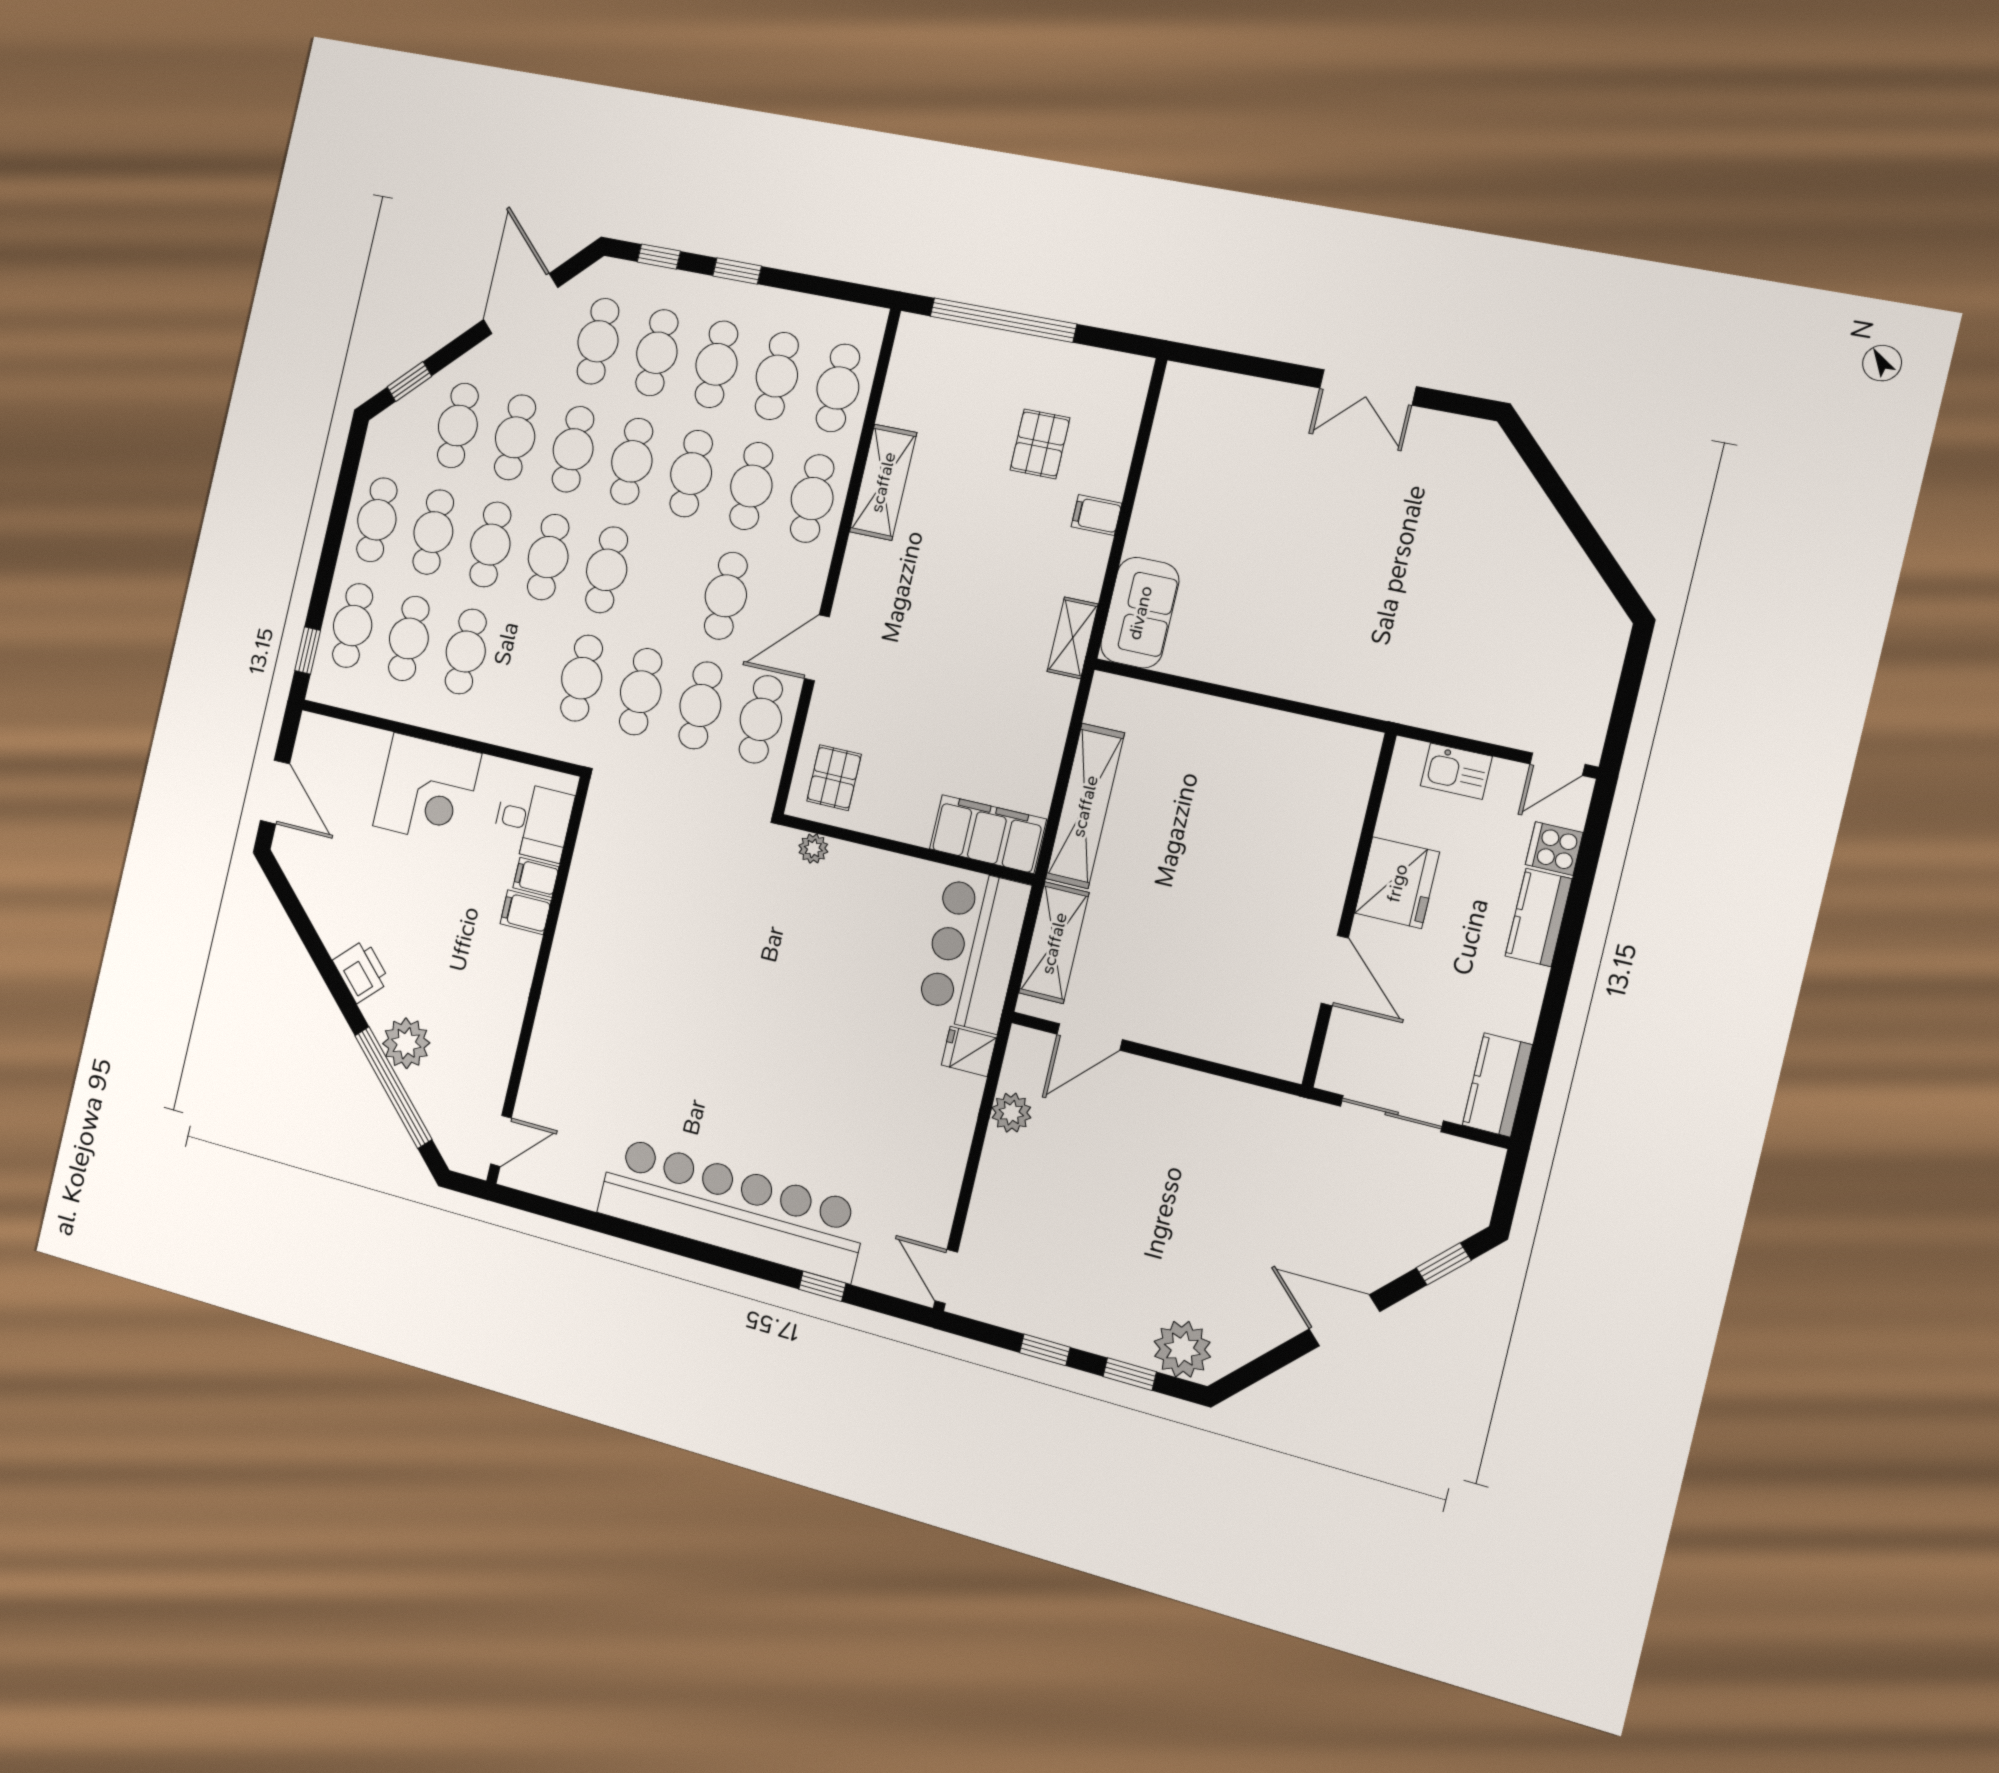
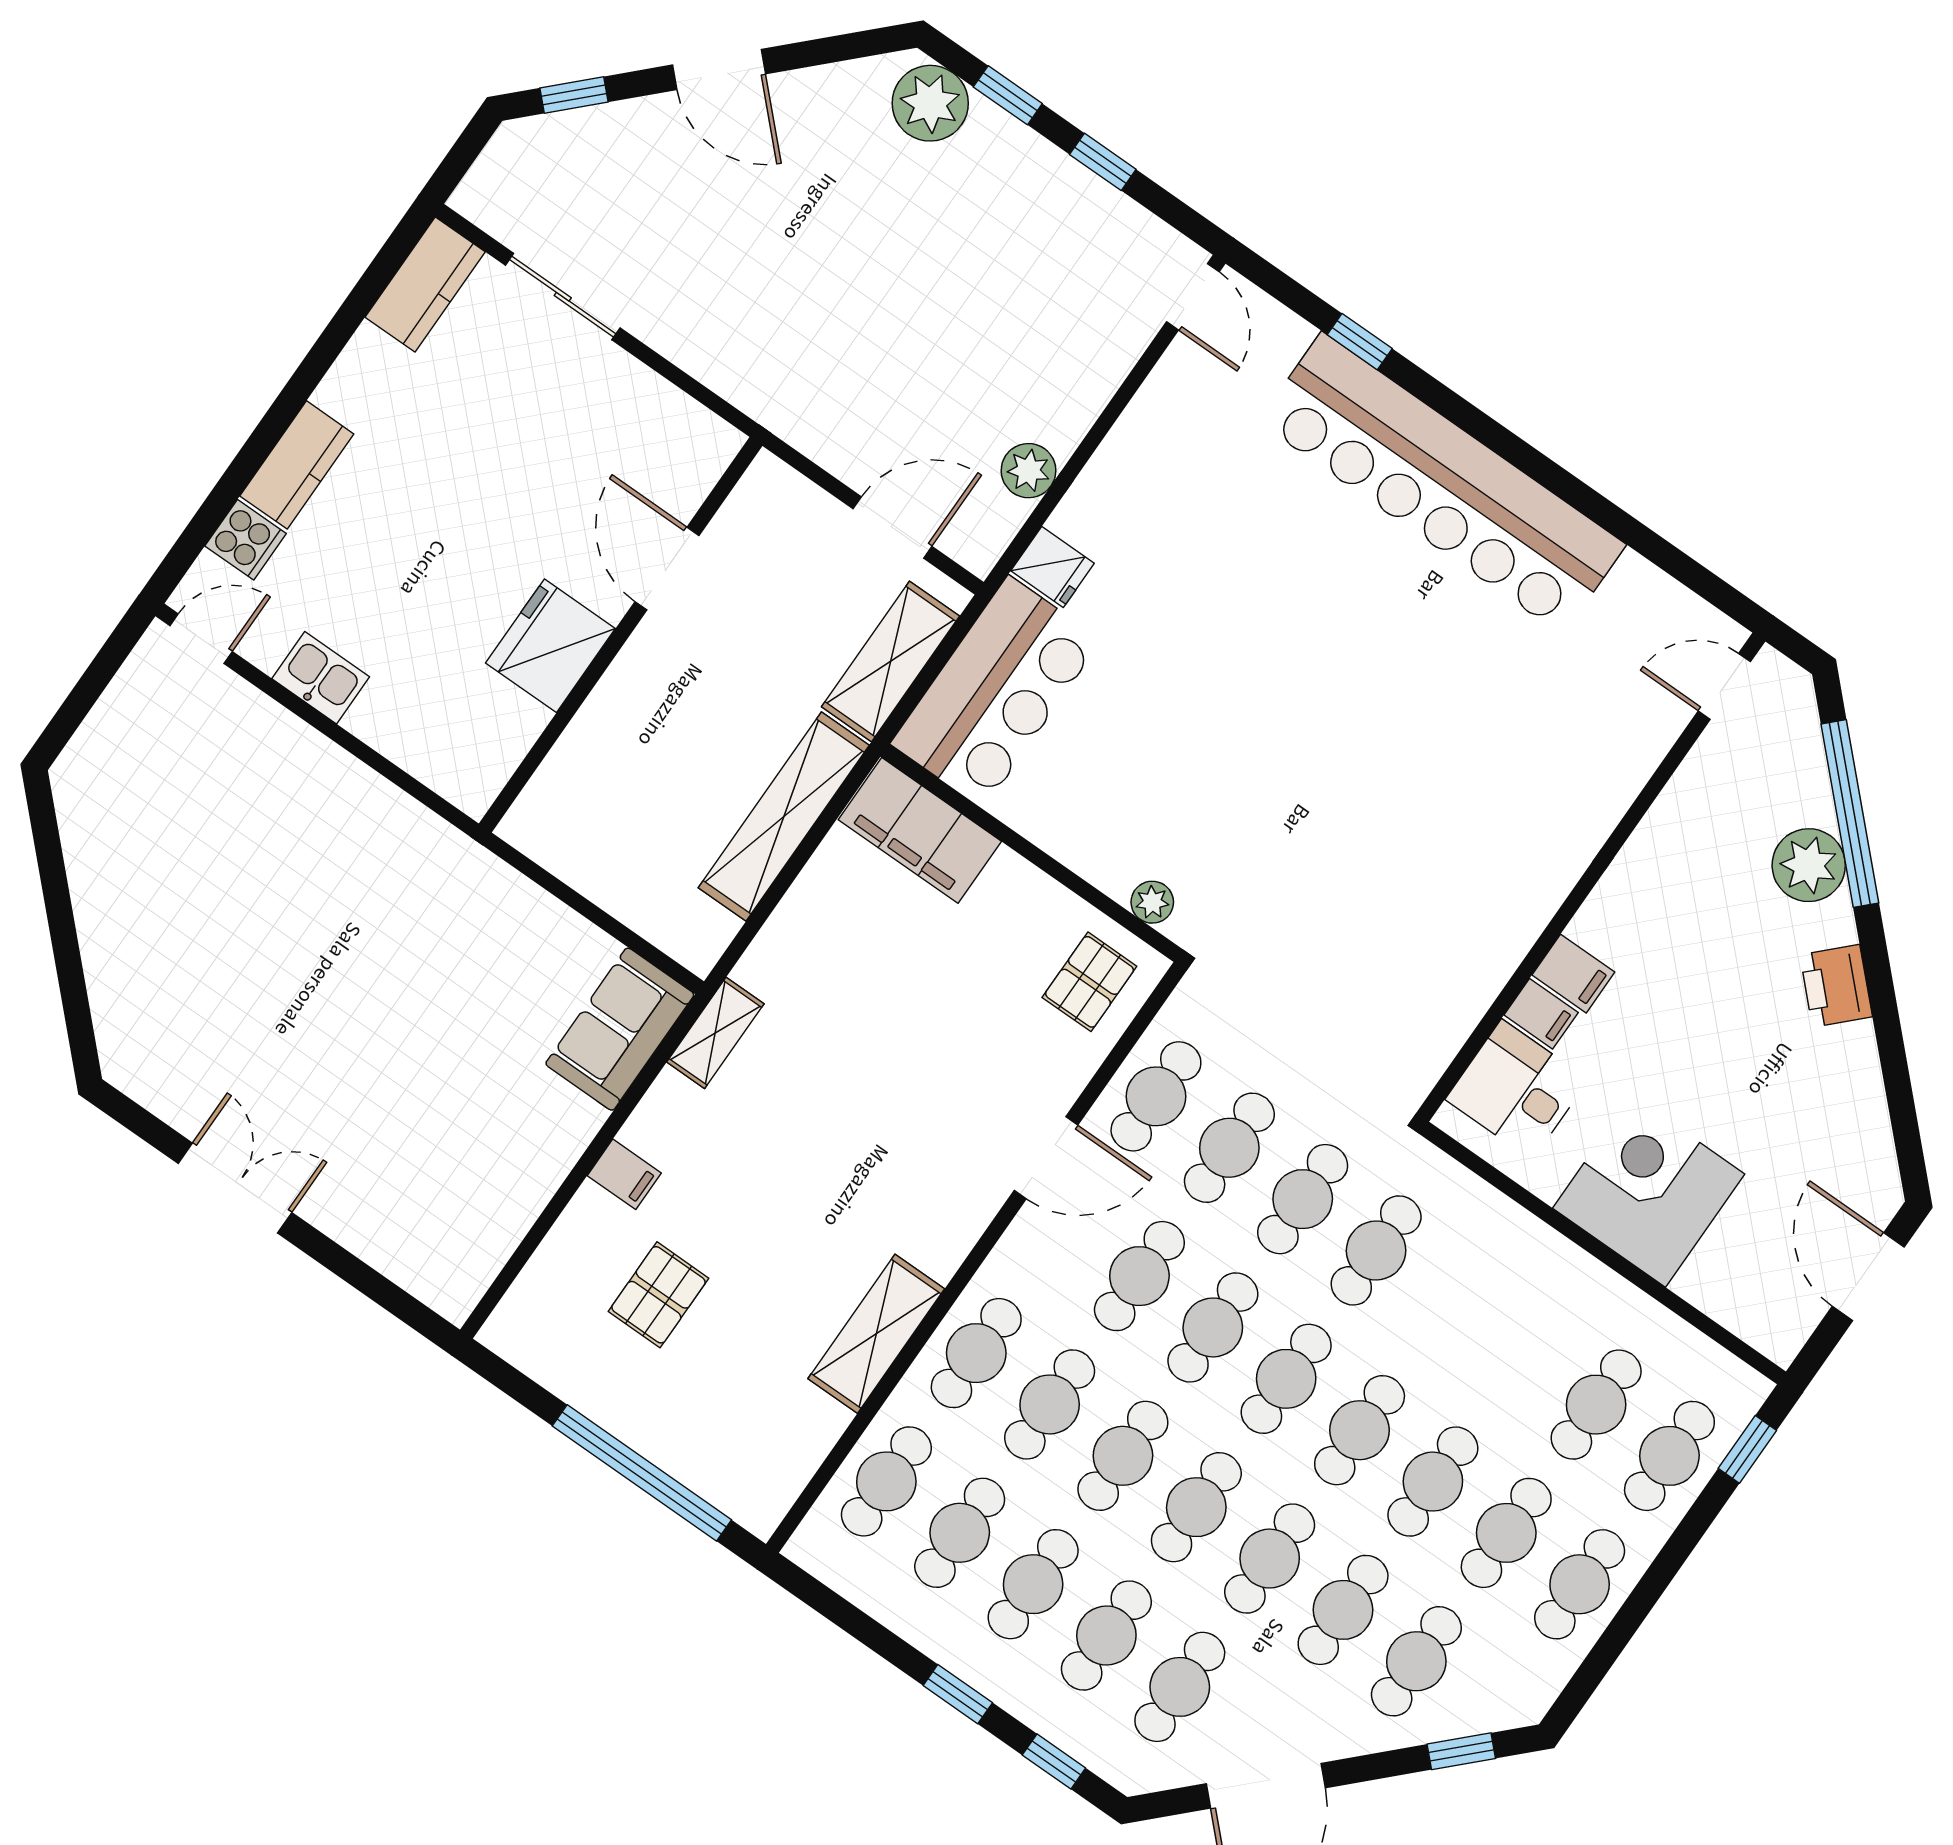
cafe table: (466, 652) -> (1213, 1327), moved
fridge: (1397, 883) -> (550, 646), moved
wall: (1349, 910) -> (621, 635), moved
door: (1335, 971) -> (667, 569), moved

